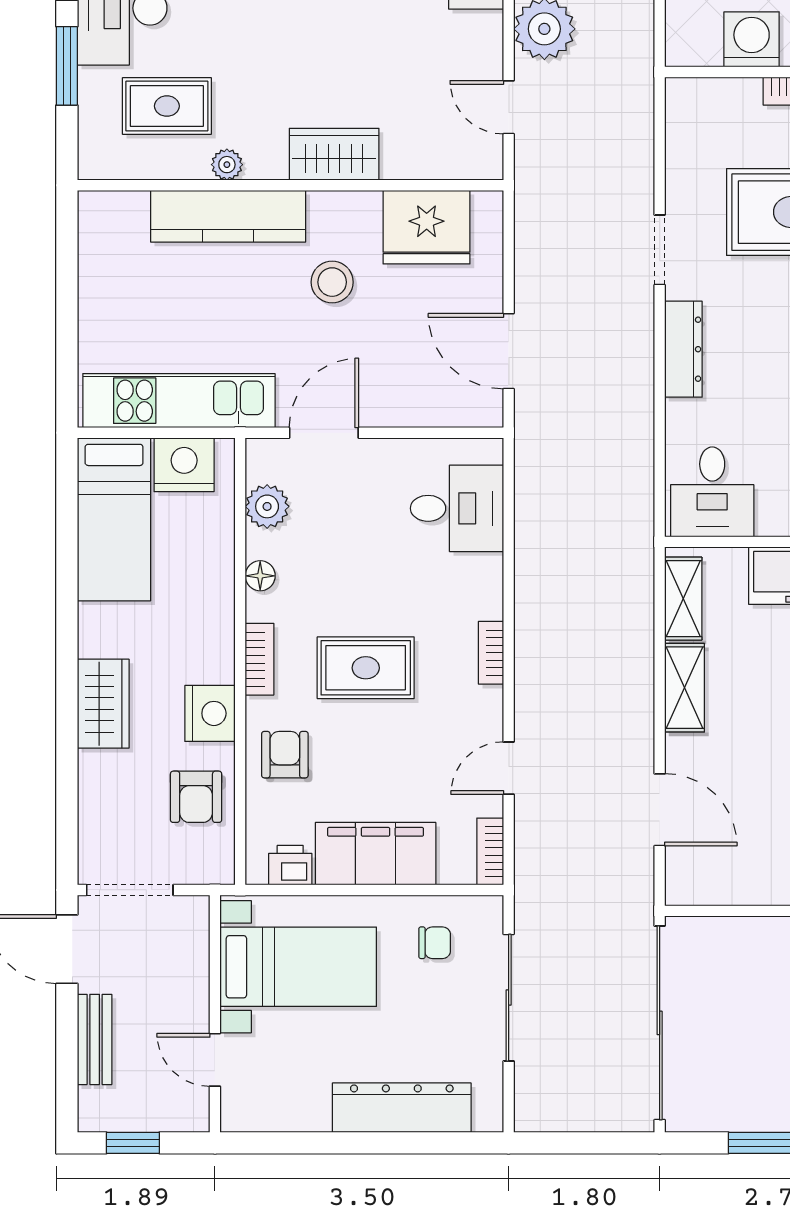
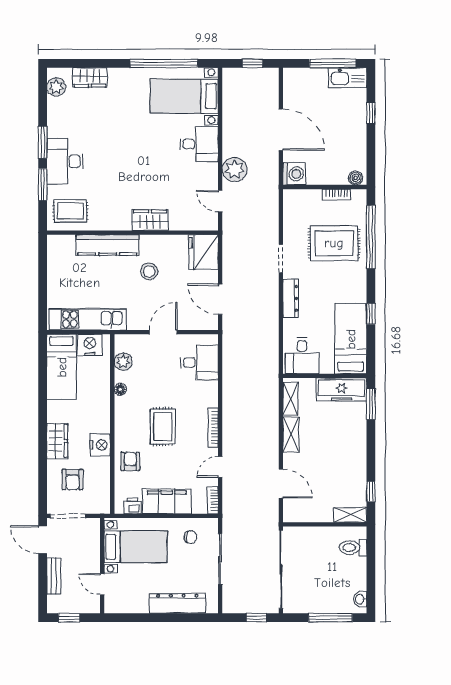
washing machine: (752, 39) -> (294, 174), moved, turned 90
rug: (167, 106) -> (70, 211), moved
plant: (227, 165) -> (107, 224), removed
fridge: (427, 227) -> (203, 252), moved, turned 90
door: (324, 433) -> (163, 332), moved
bookcase: (491, 653) -> (213, 428), width x1.56
bookcase: (260, 659) -> (120, 423), removed
rug: (366, 668) -> (163, 427), turned 90
armchair: (196, 797) -> (73, 479), moved
window: (599, 1143) -> (257, 618), added

